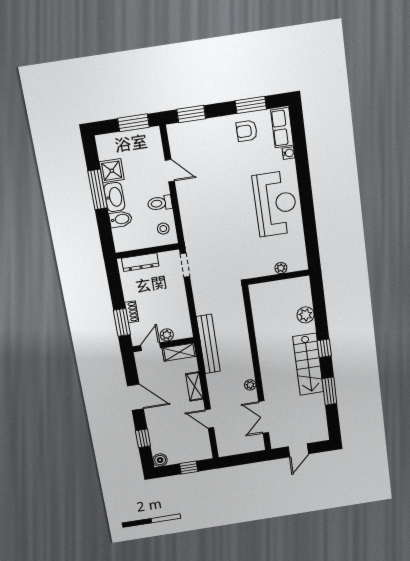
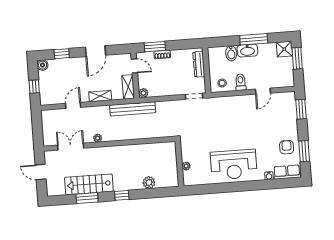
window: (133, 123) -> (297, 58), moved
shower: (112, 171) -> (284, 49), moved
plant: (167, 335) -> (143, 93), moved
stairs: (308, 364) -> (89, 184), moved

